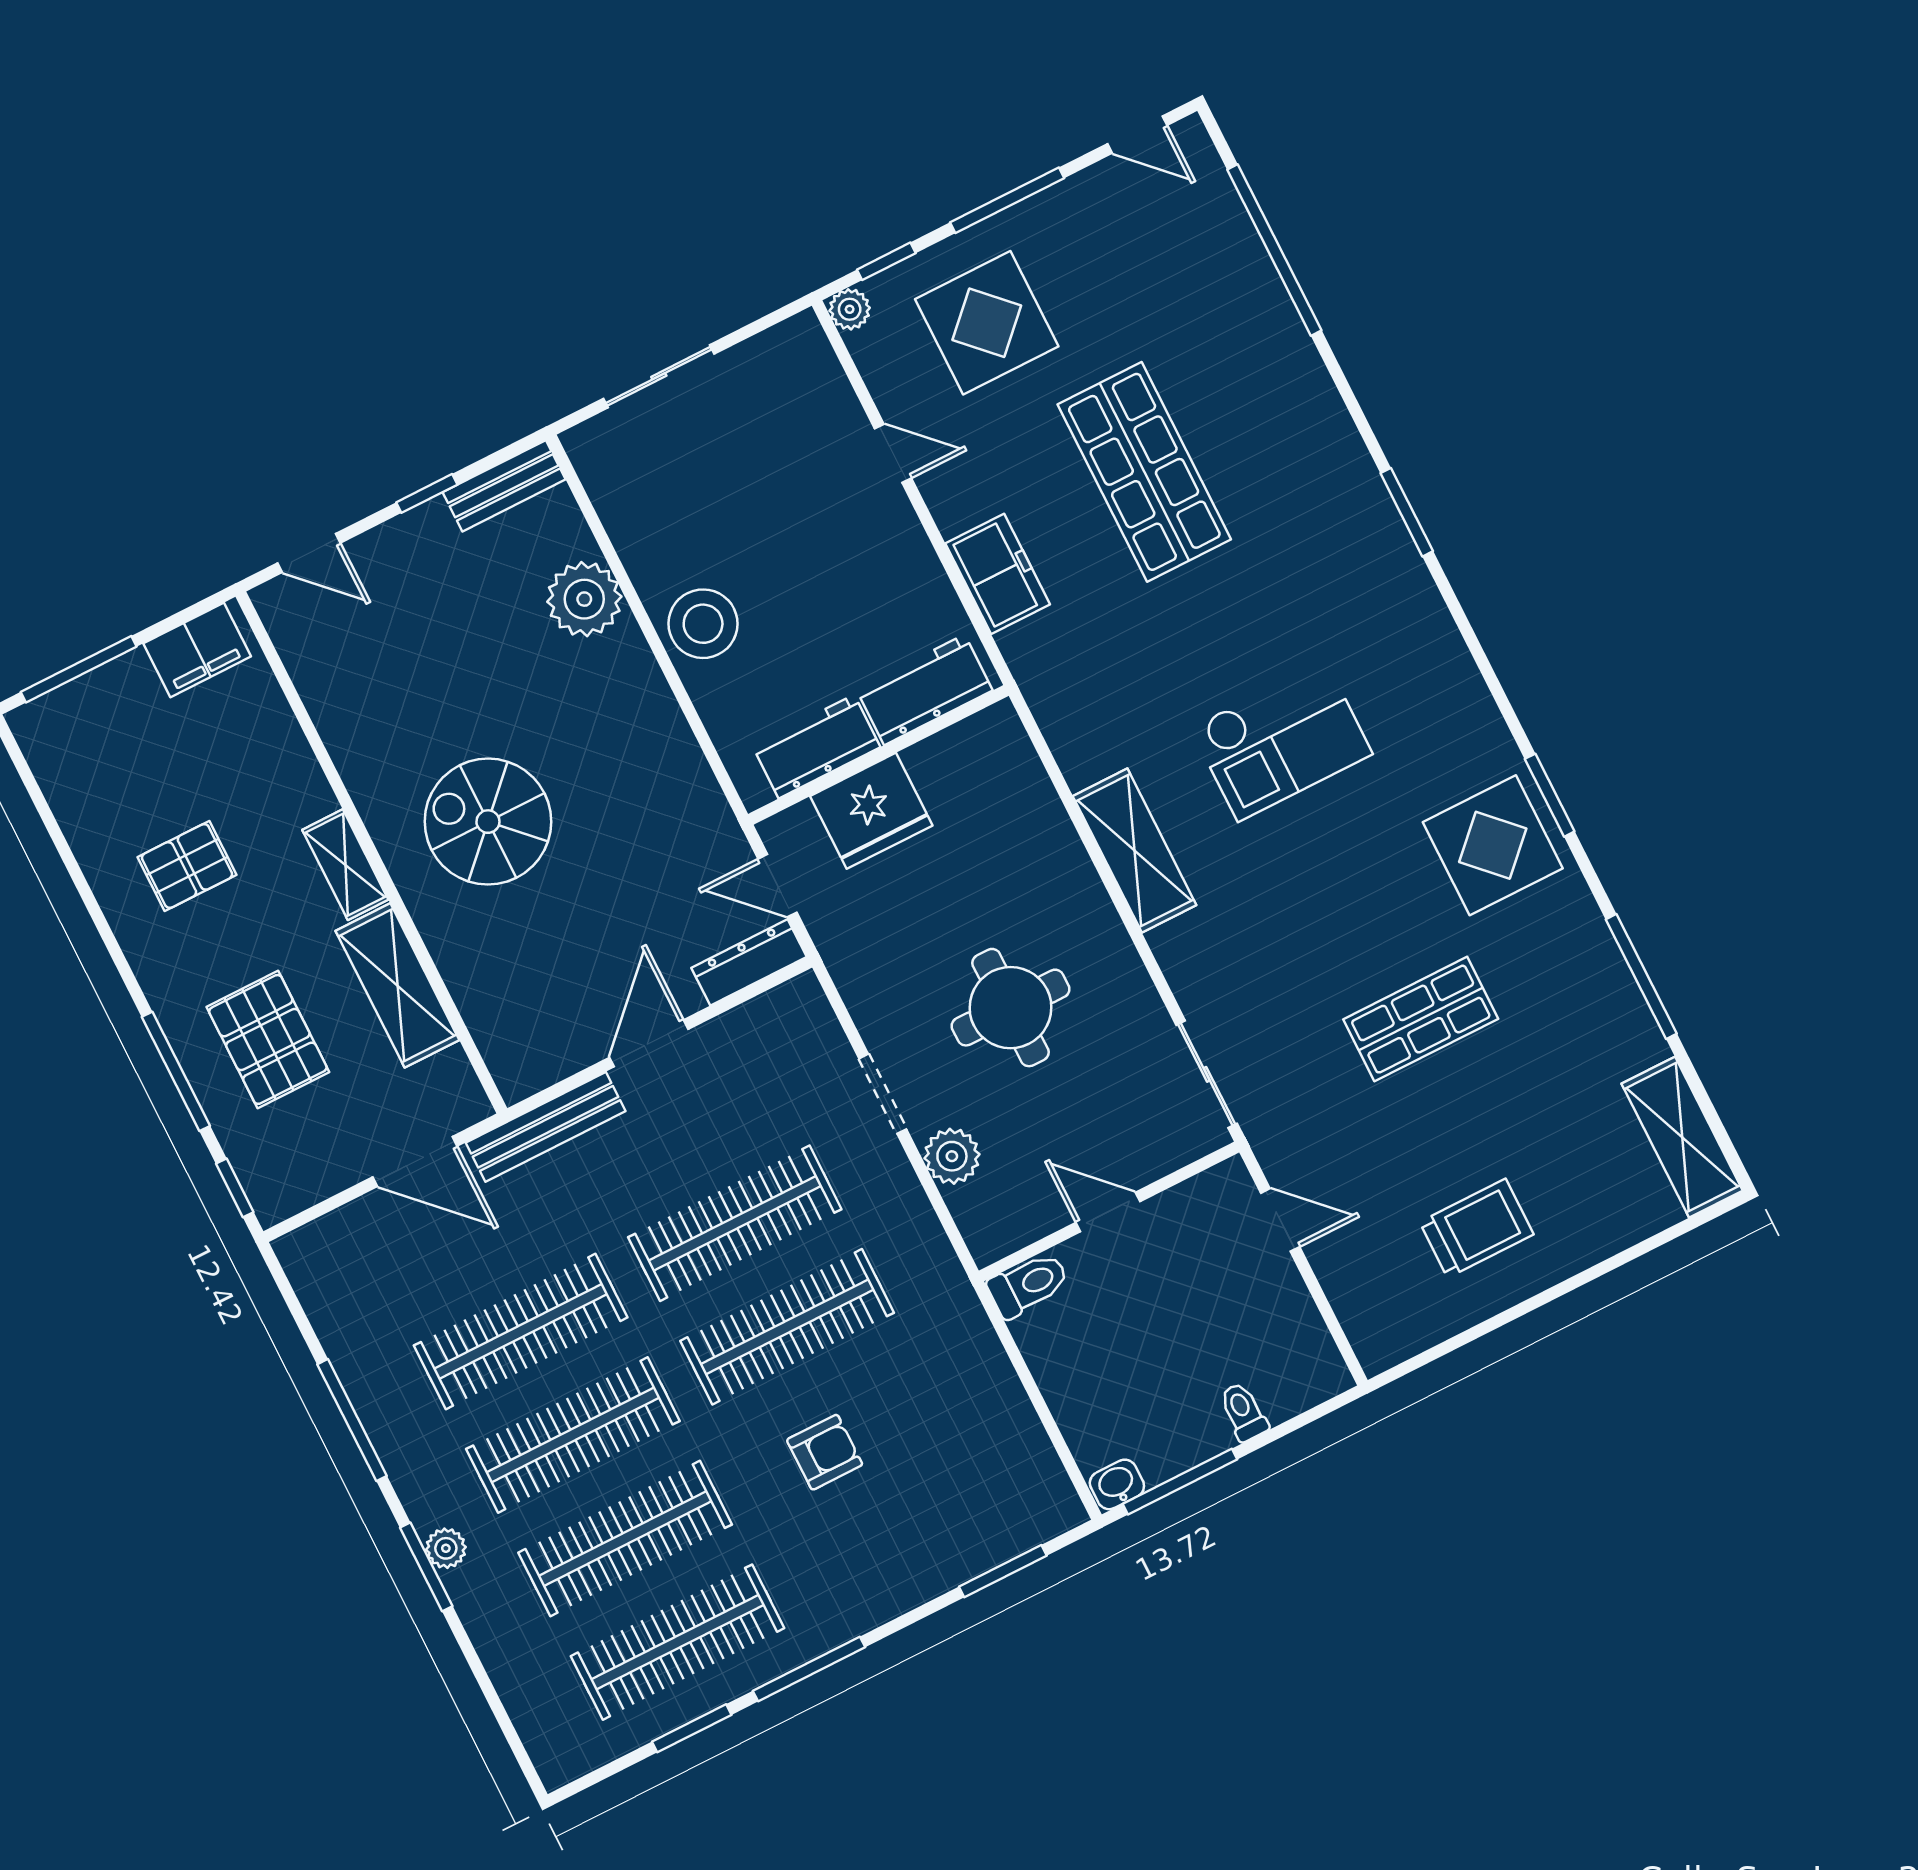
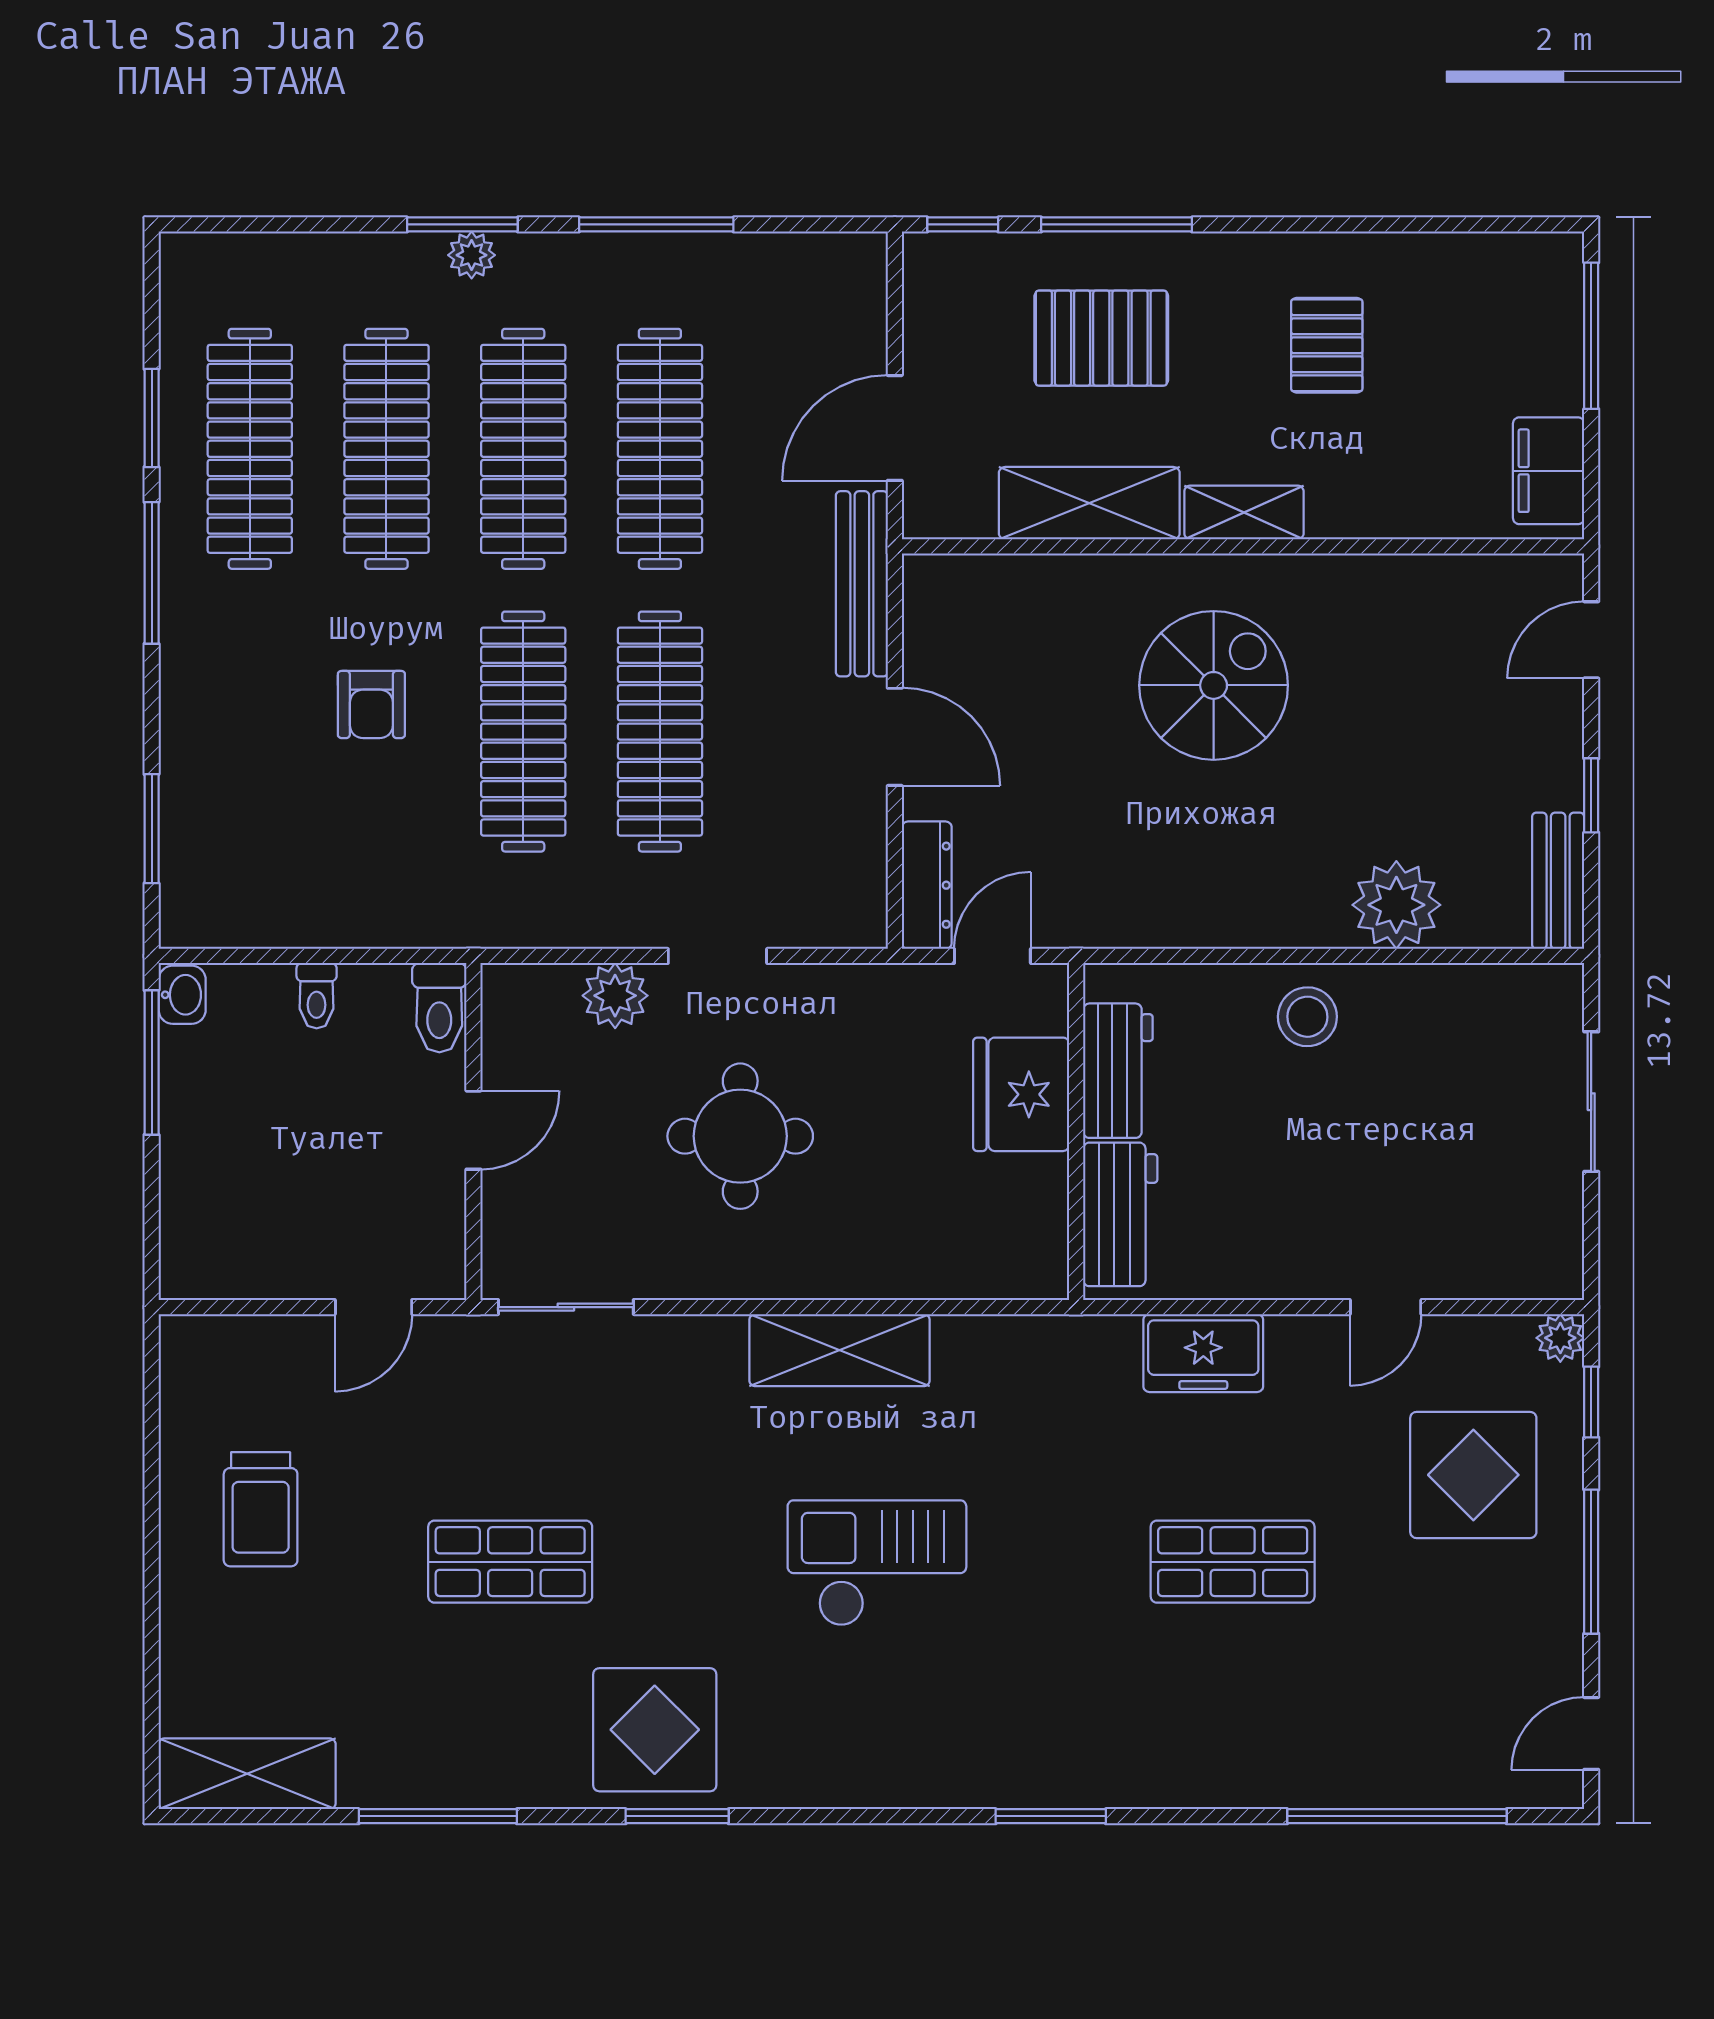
shop shelf: (1144, 472) -> (1233, 1562), width x0.70, depth x0.74
stool: (703, 624) -> (1307, 1017), width x0.73, depth x0.73
checkout: (1282, 741) -> (877, 1563), turned 90
shop shelf: (1421, 1019) -> (510, 1562), turned 90
toilet: (1243, 1412) -> (317, 996), moved, turned 90

